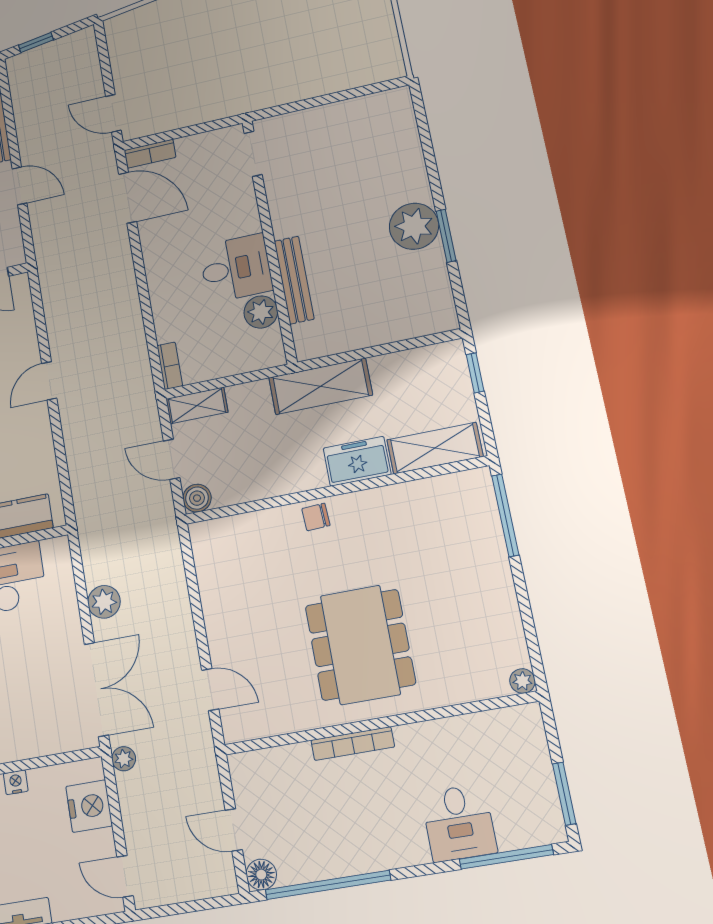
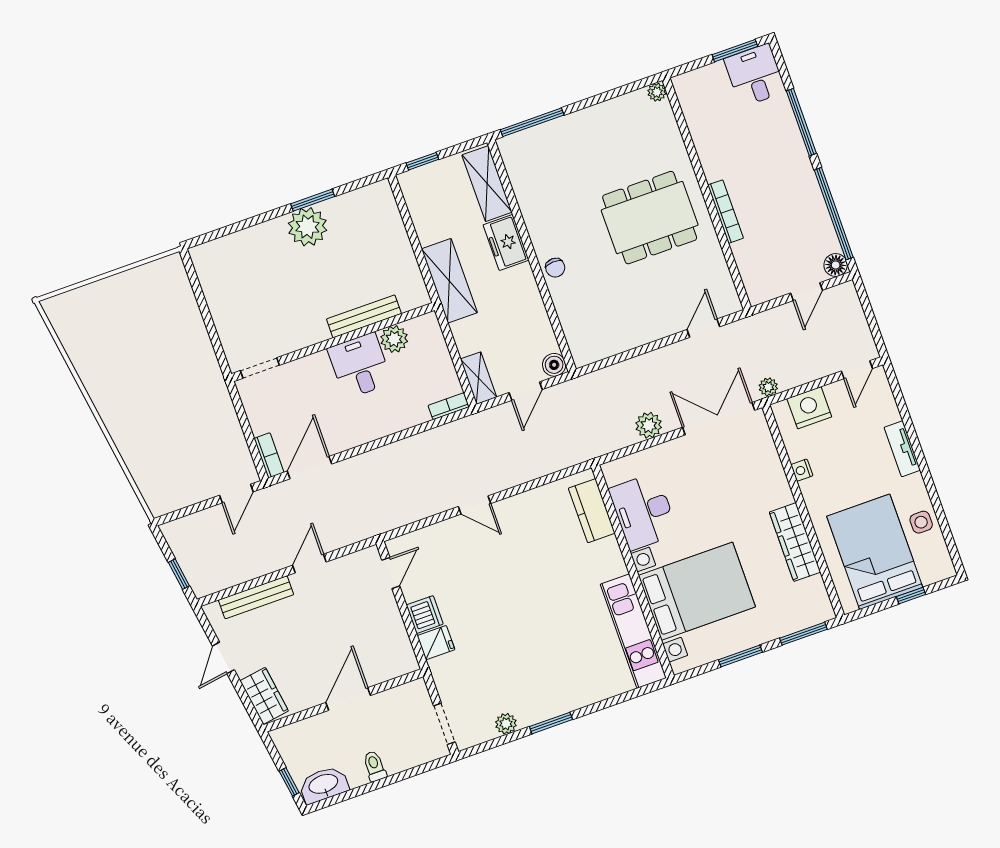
desk: (459, 823) -> (755, 75), moved, turned -90
window: (506, 857) -> (801, 122), moved

